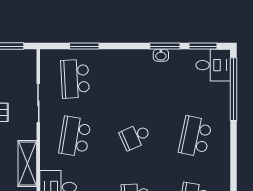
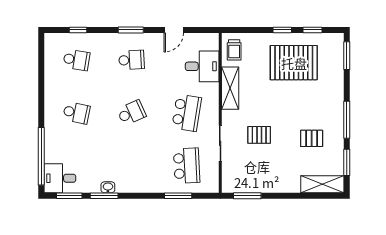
school desk: (195, 137) -> (76, 113), width x0.54

